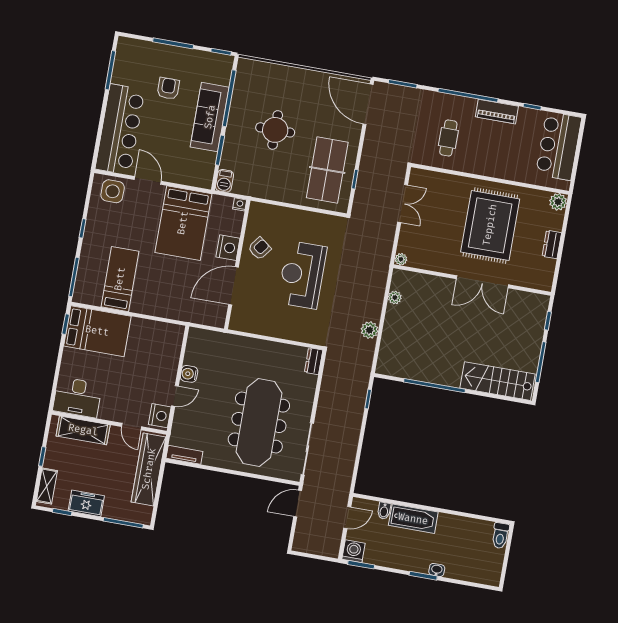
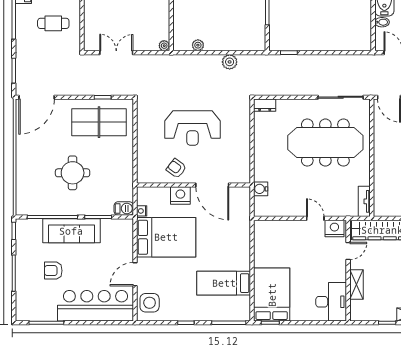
nightstand: (240, 204) -> (142, 211), moved
water cooler: (189, 374) -> (261, 189), moved, turned 90
shelving: (83, 430) -> (356, 284), width x0.67, depth x0.75

